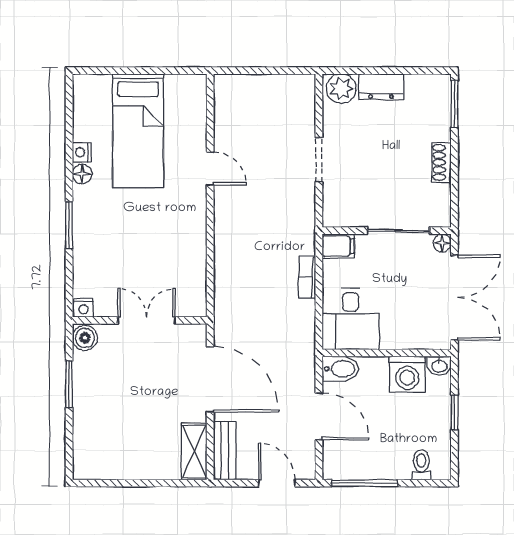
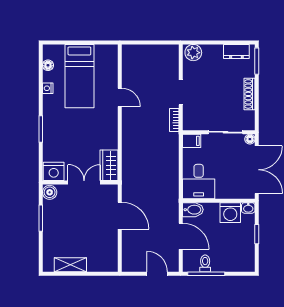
dresser: (381, 87) -> (236, 51), moved
shoe rack: (442, 163) -> (250, 94), width x1.43
floor lamp: (82, 174) -> (48, 65), moved
bookcase: (307, 277) -> (174, 120), moved
wardrobe: (191, 290) -> (109, 165), added
nightstand: (84, 308) -> (54, 171), width x1.89, depth x1.79
door: (210, 379) -> (120, 216), width x0.73
shelving: (194, 451) -> (70, 265), moved, turned 90
bench: (225, 451) -> (128, 255), removed
toilet: (421, 465) -> (205, 263), moved

